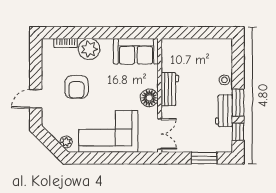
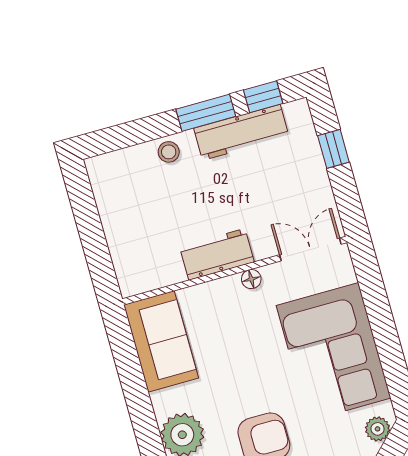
floor lamp: (149, 98) -> (251, 279), width x0.53, depth x0.53
workbench: (224, 111) -> (241, 132), width x1.38
window: (204, 158) -> (333, 149), width x0.67

